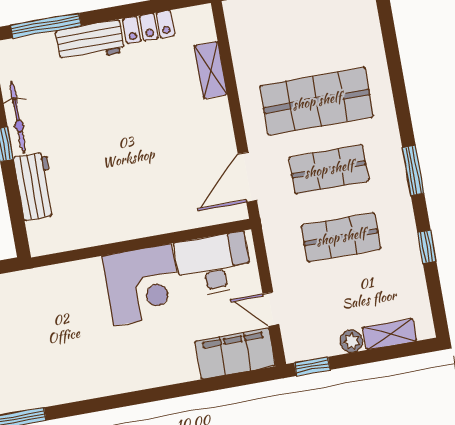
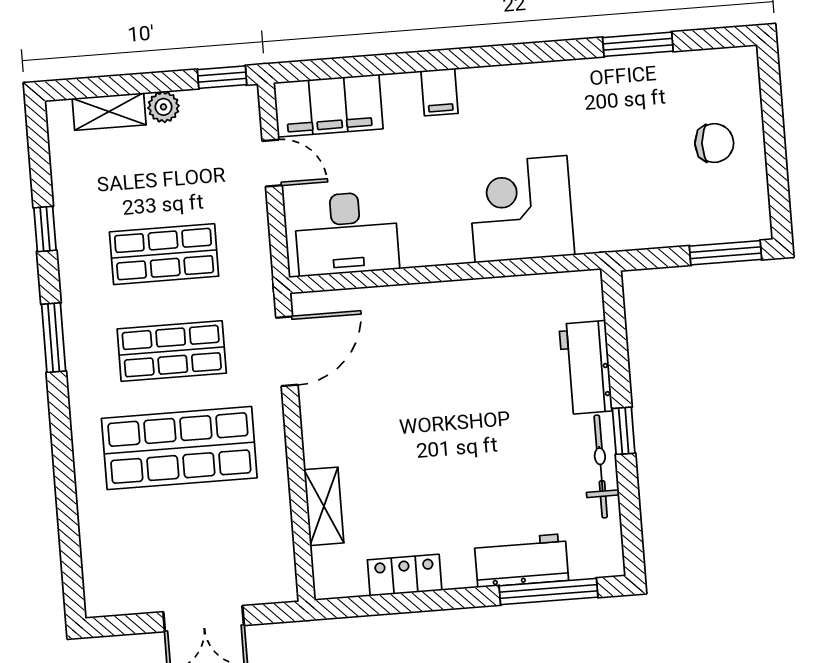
workbench: (90, 41) -> (521, 561), moved
corner desk: (142, 285) -> (521, 209), moved
filing cabinet: (158, 371) -> (440, 92), added

